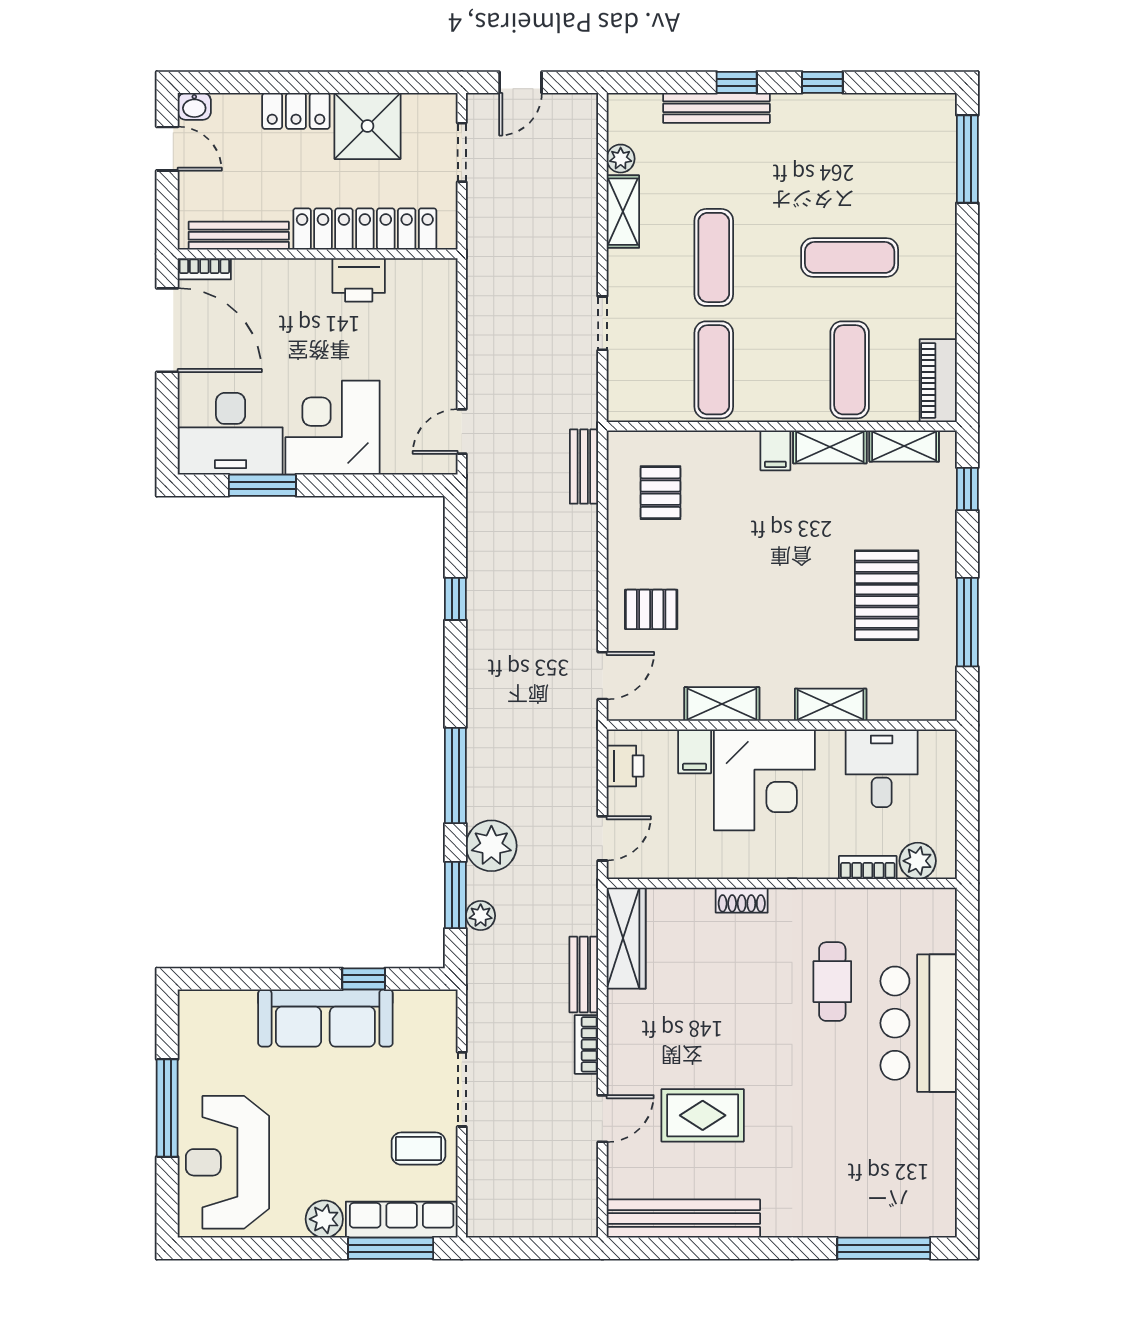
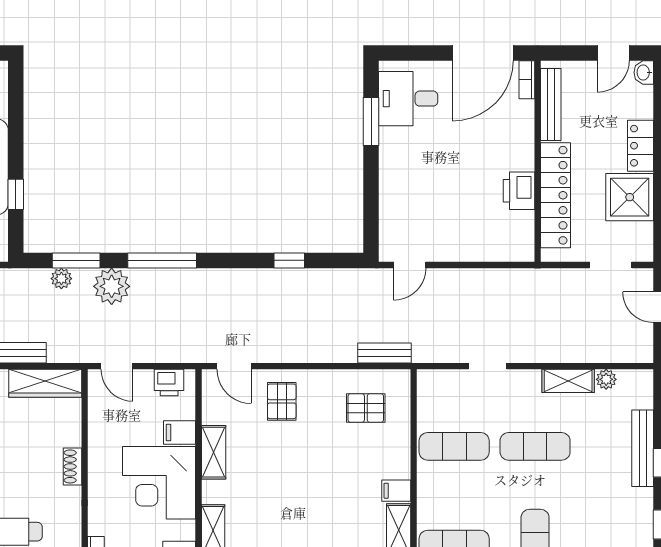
corner desk: (333, 428) -> (413, 172), removed
door: (462, 432) -> (410, 265), swing flipped
desk: (231, 434) -> (408, 99), width x0.73

